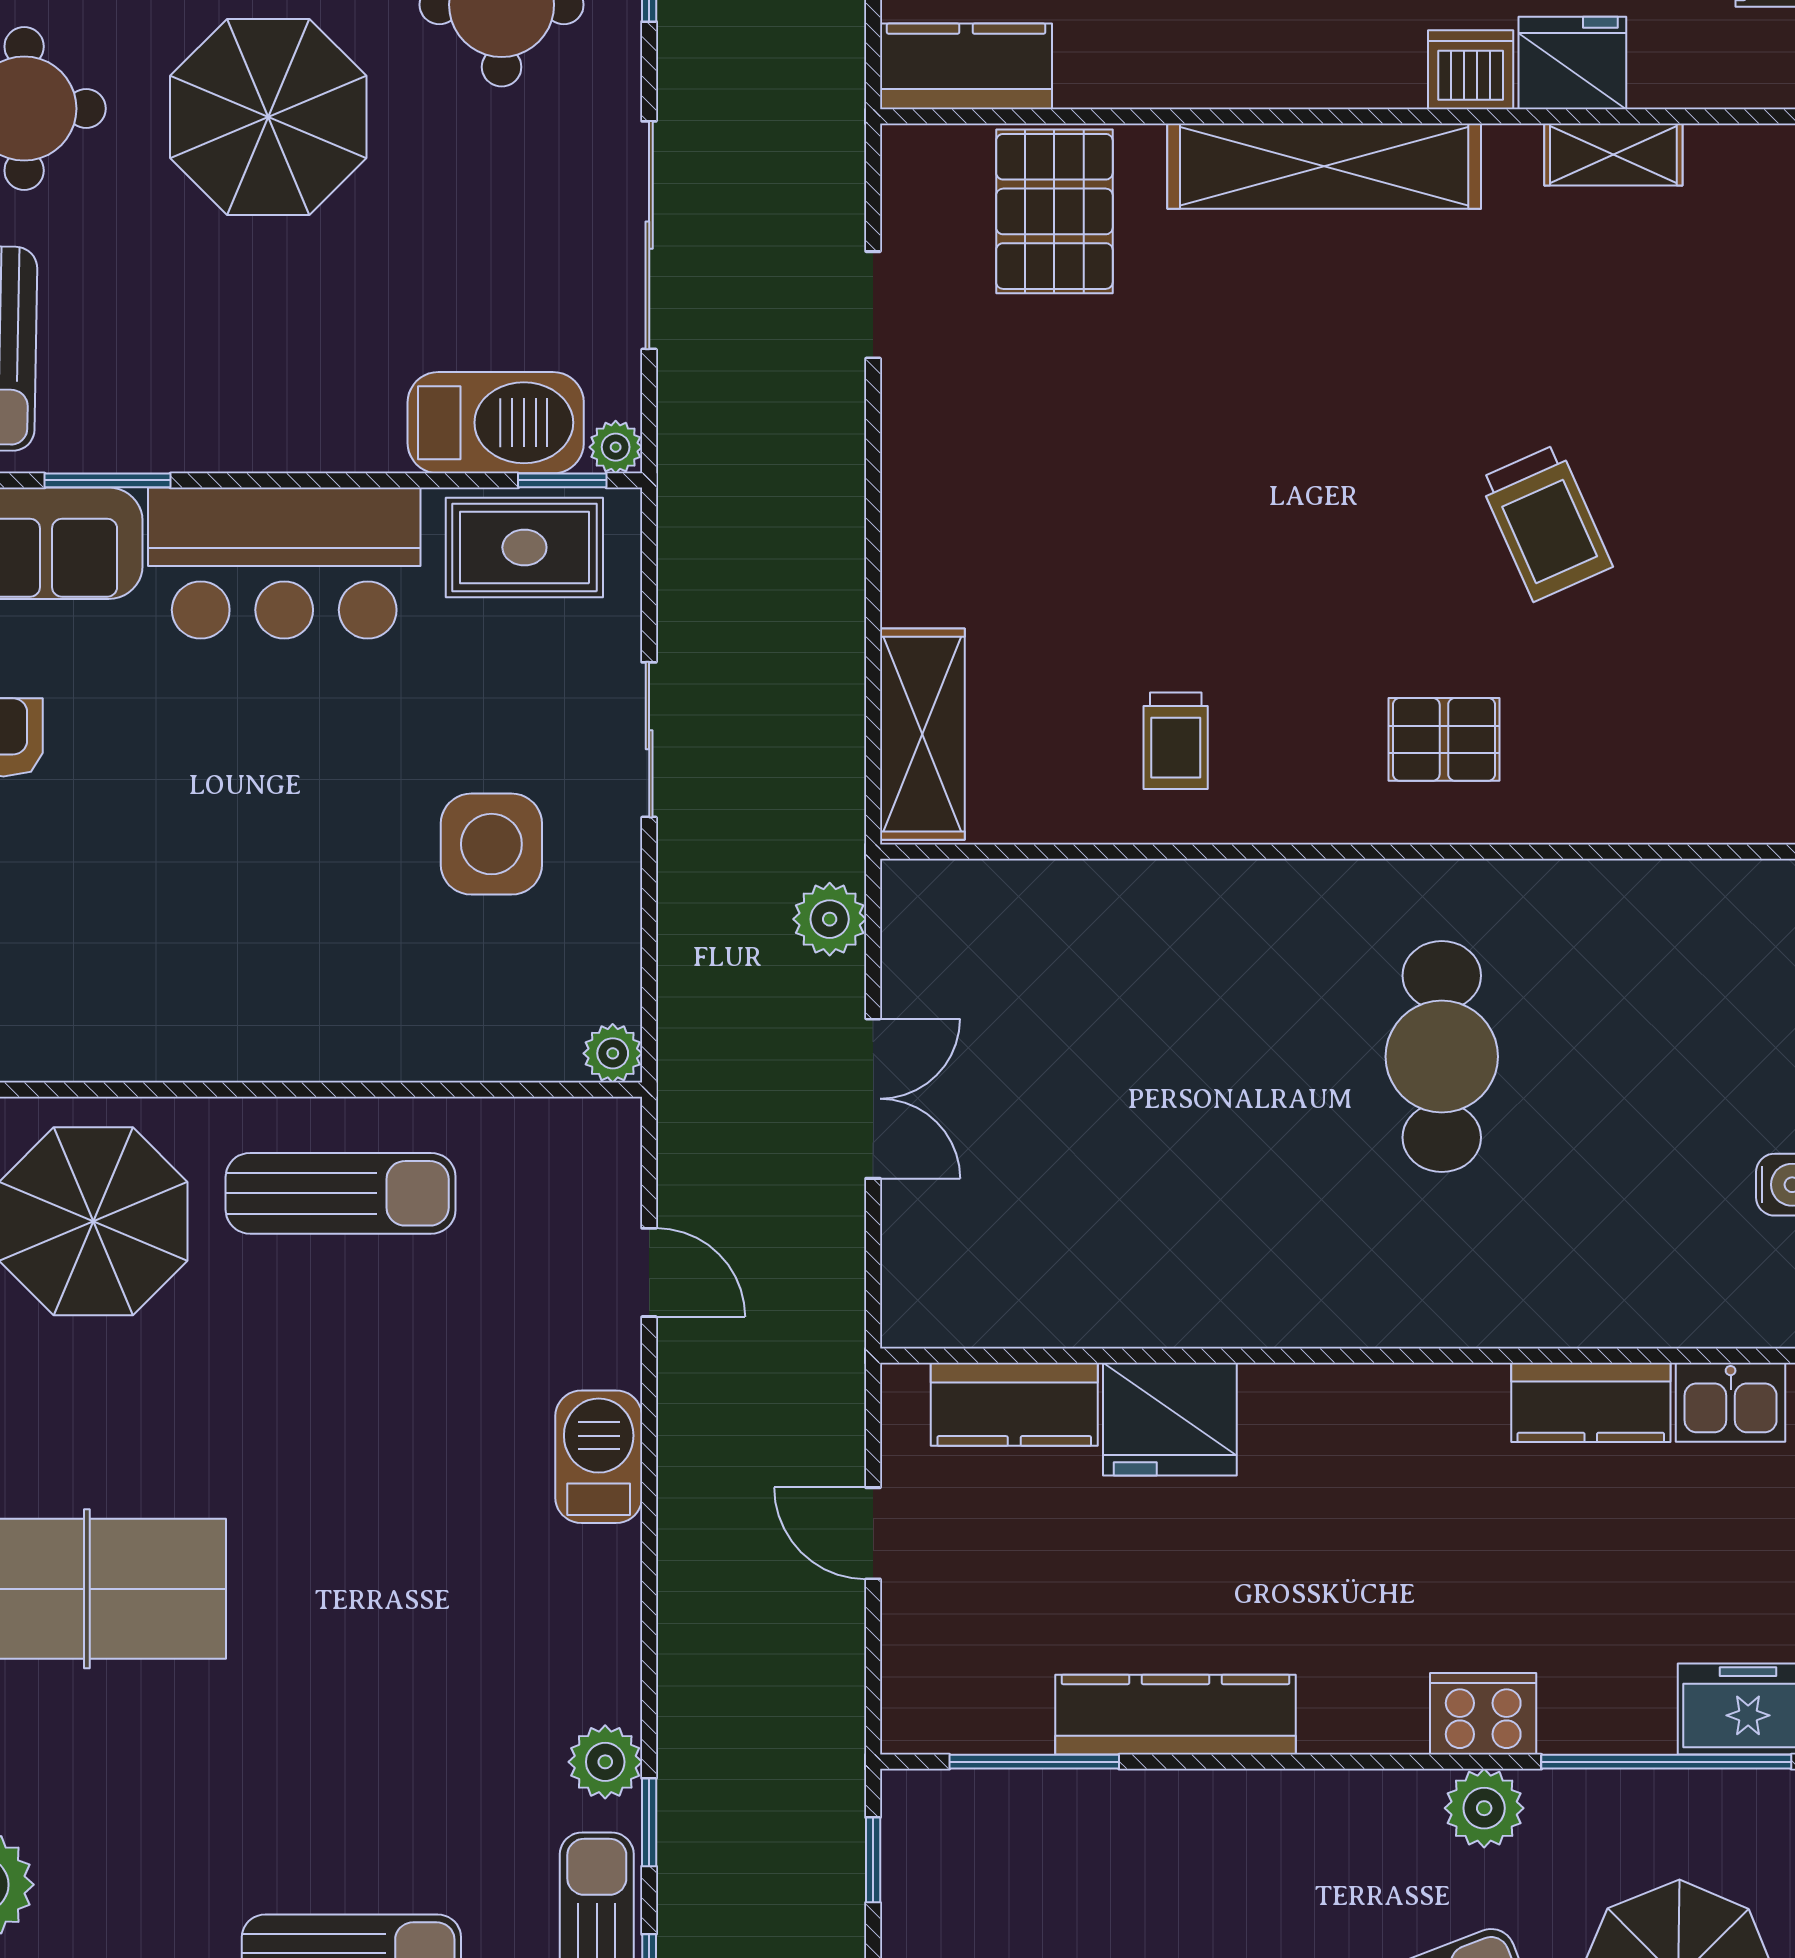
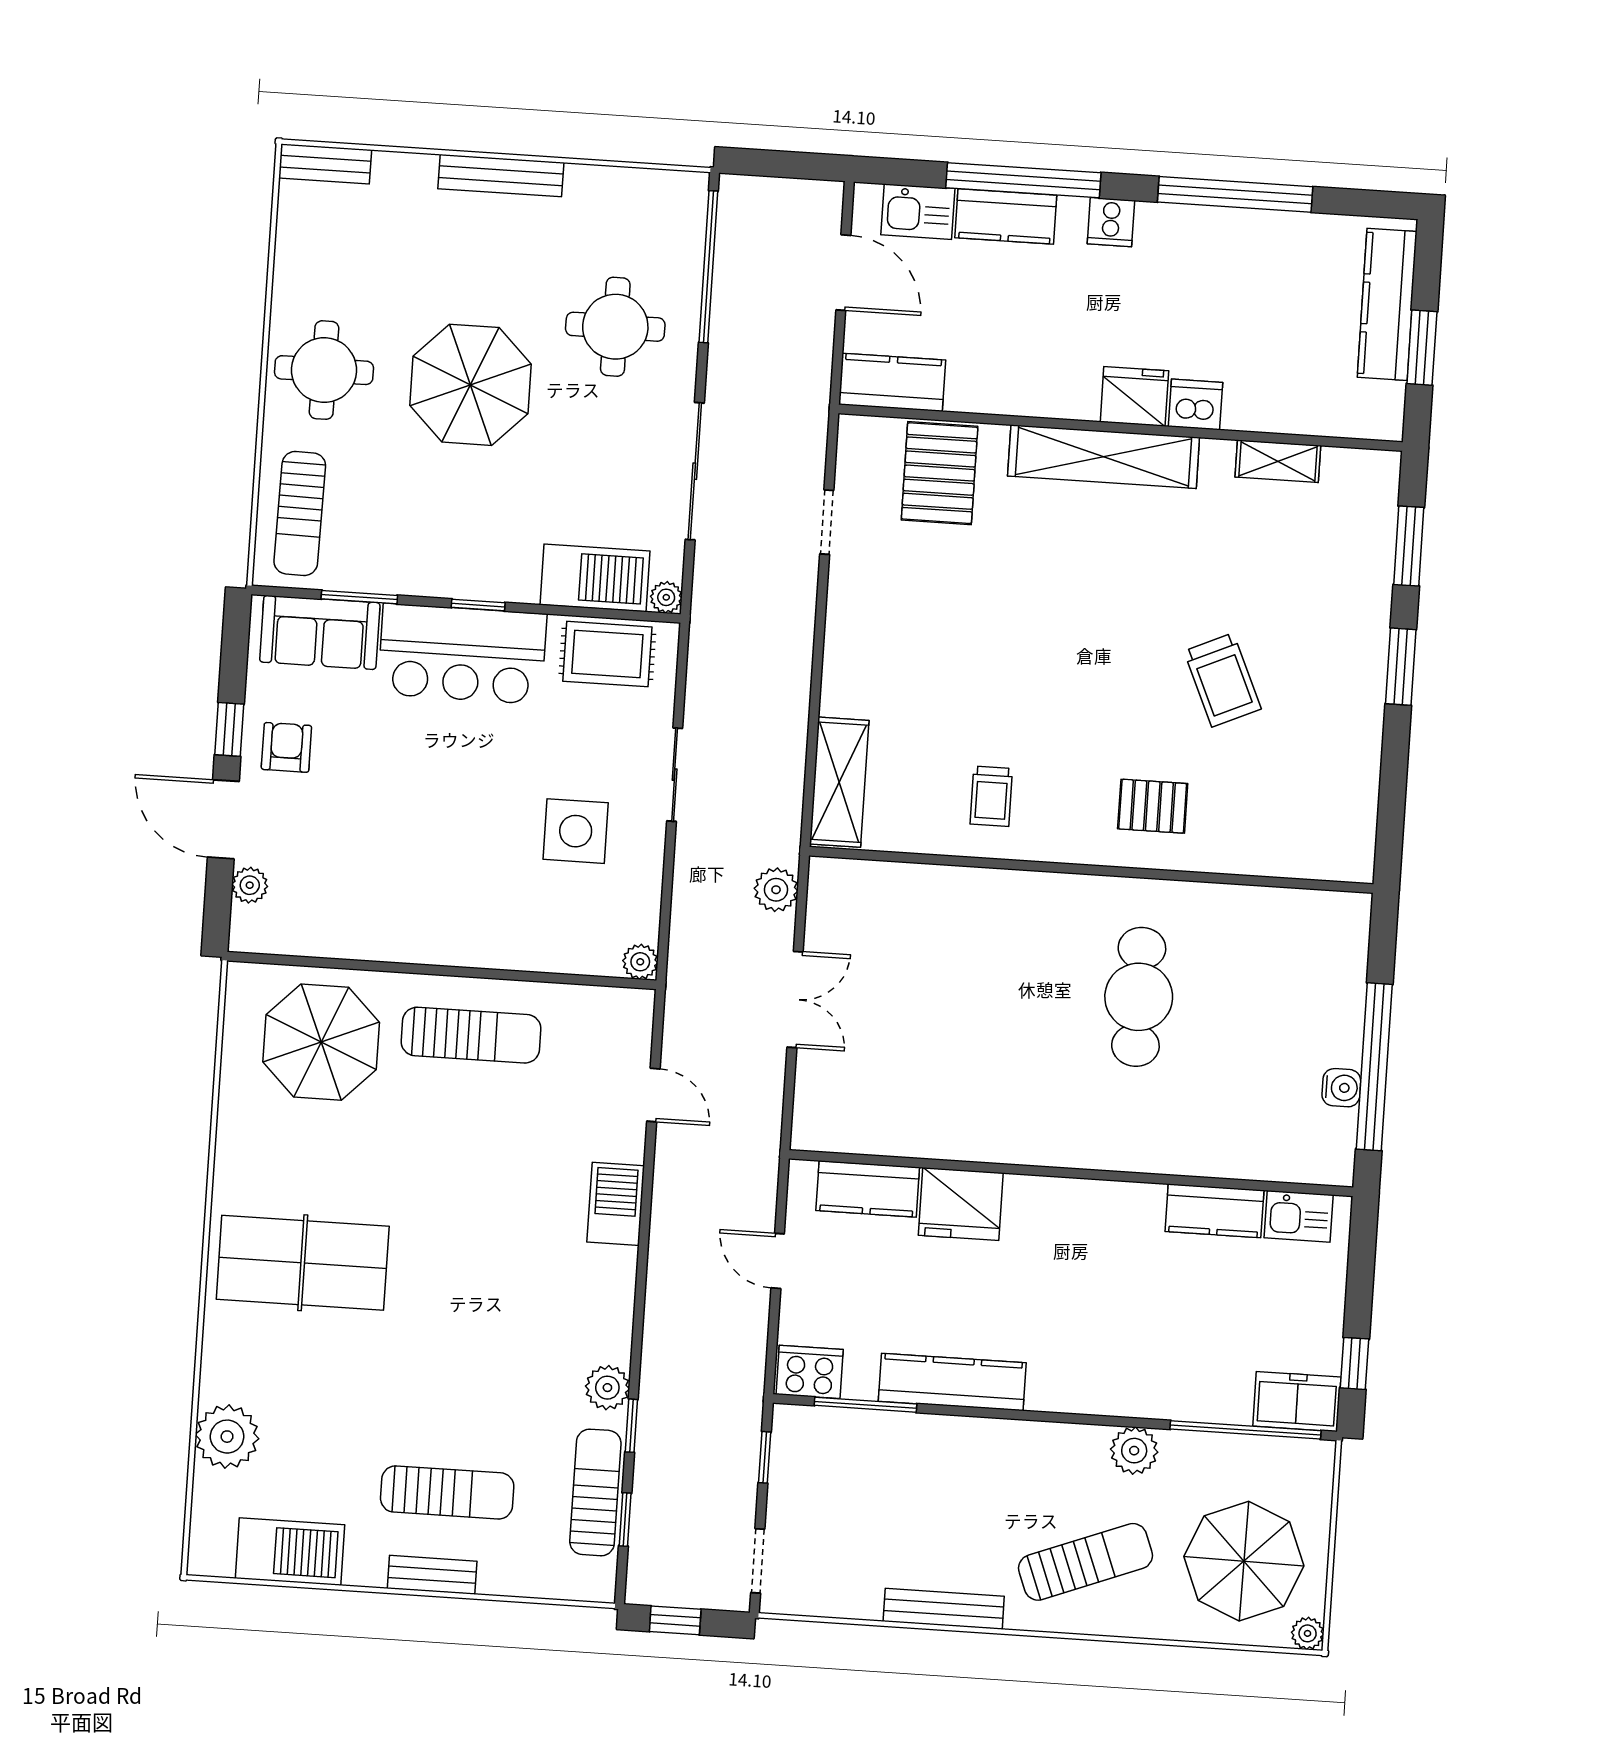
fridge: (1572, 63) -> (1134, 396), moved
window: (562, 480) -> (478, 605), moved
cooker: (1483, 1714) -> (810, 1372), moved

